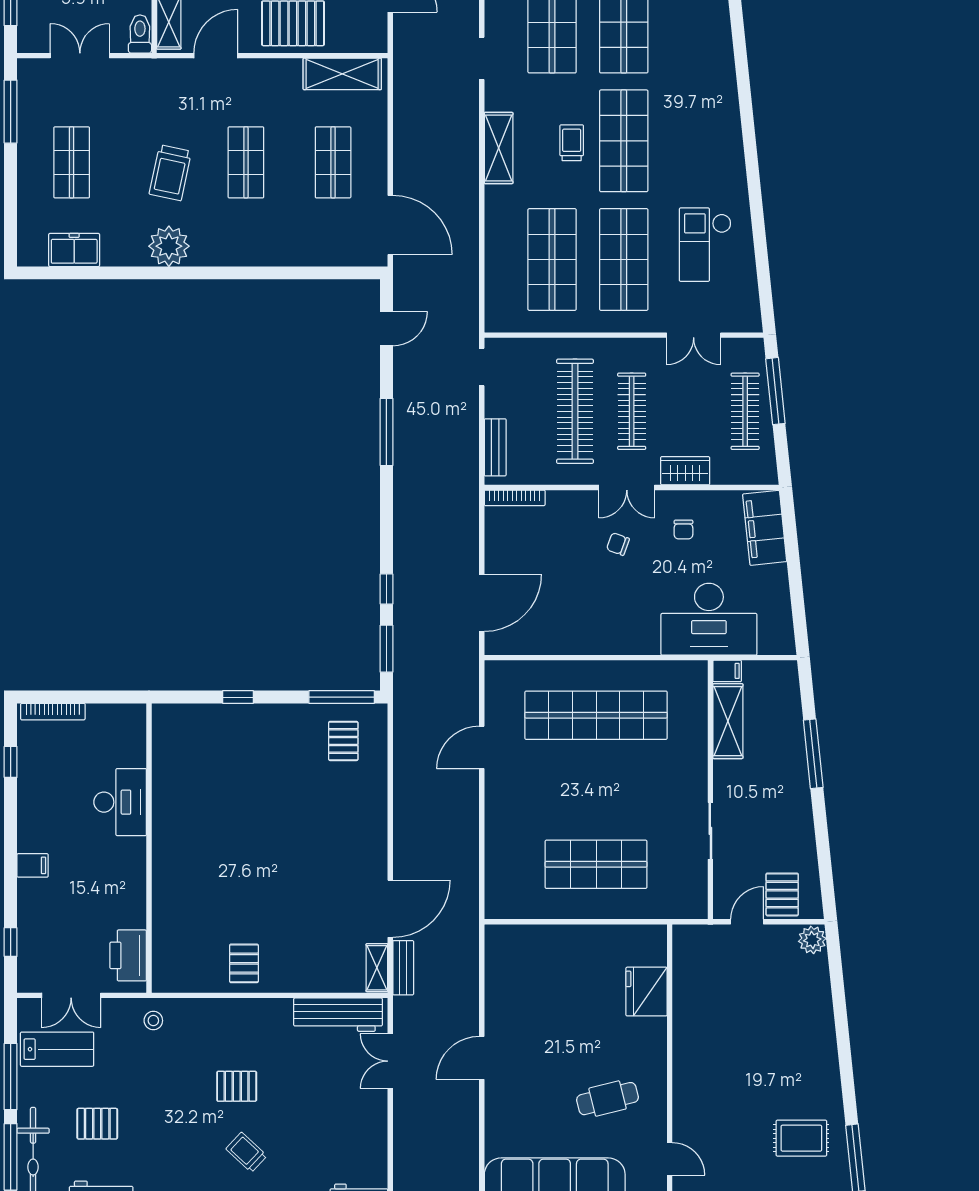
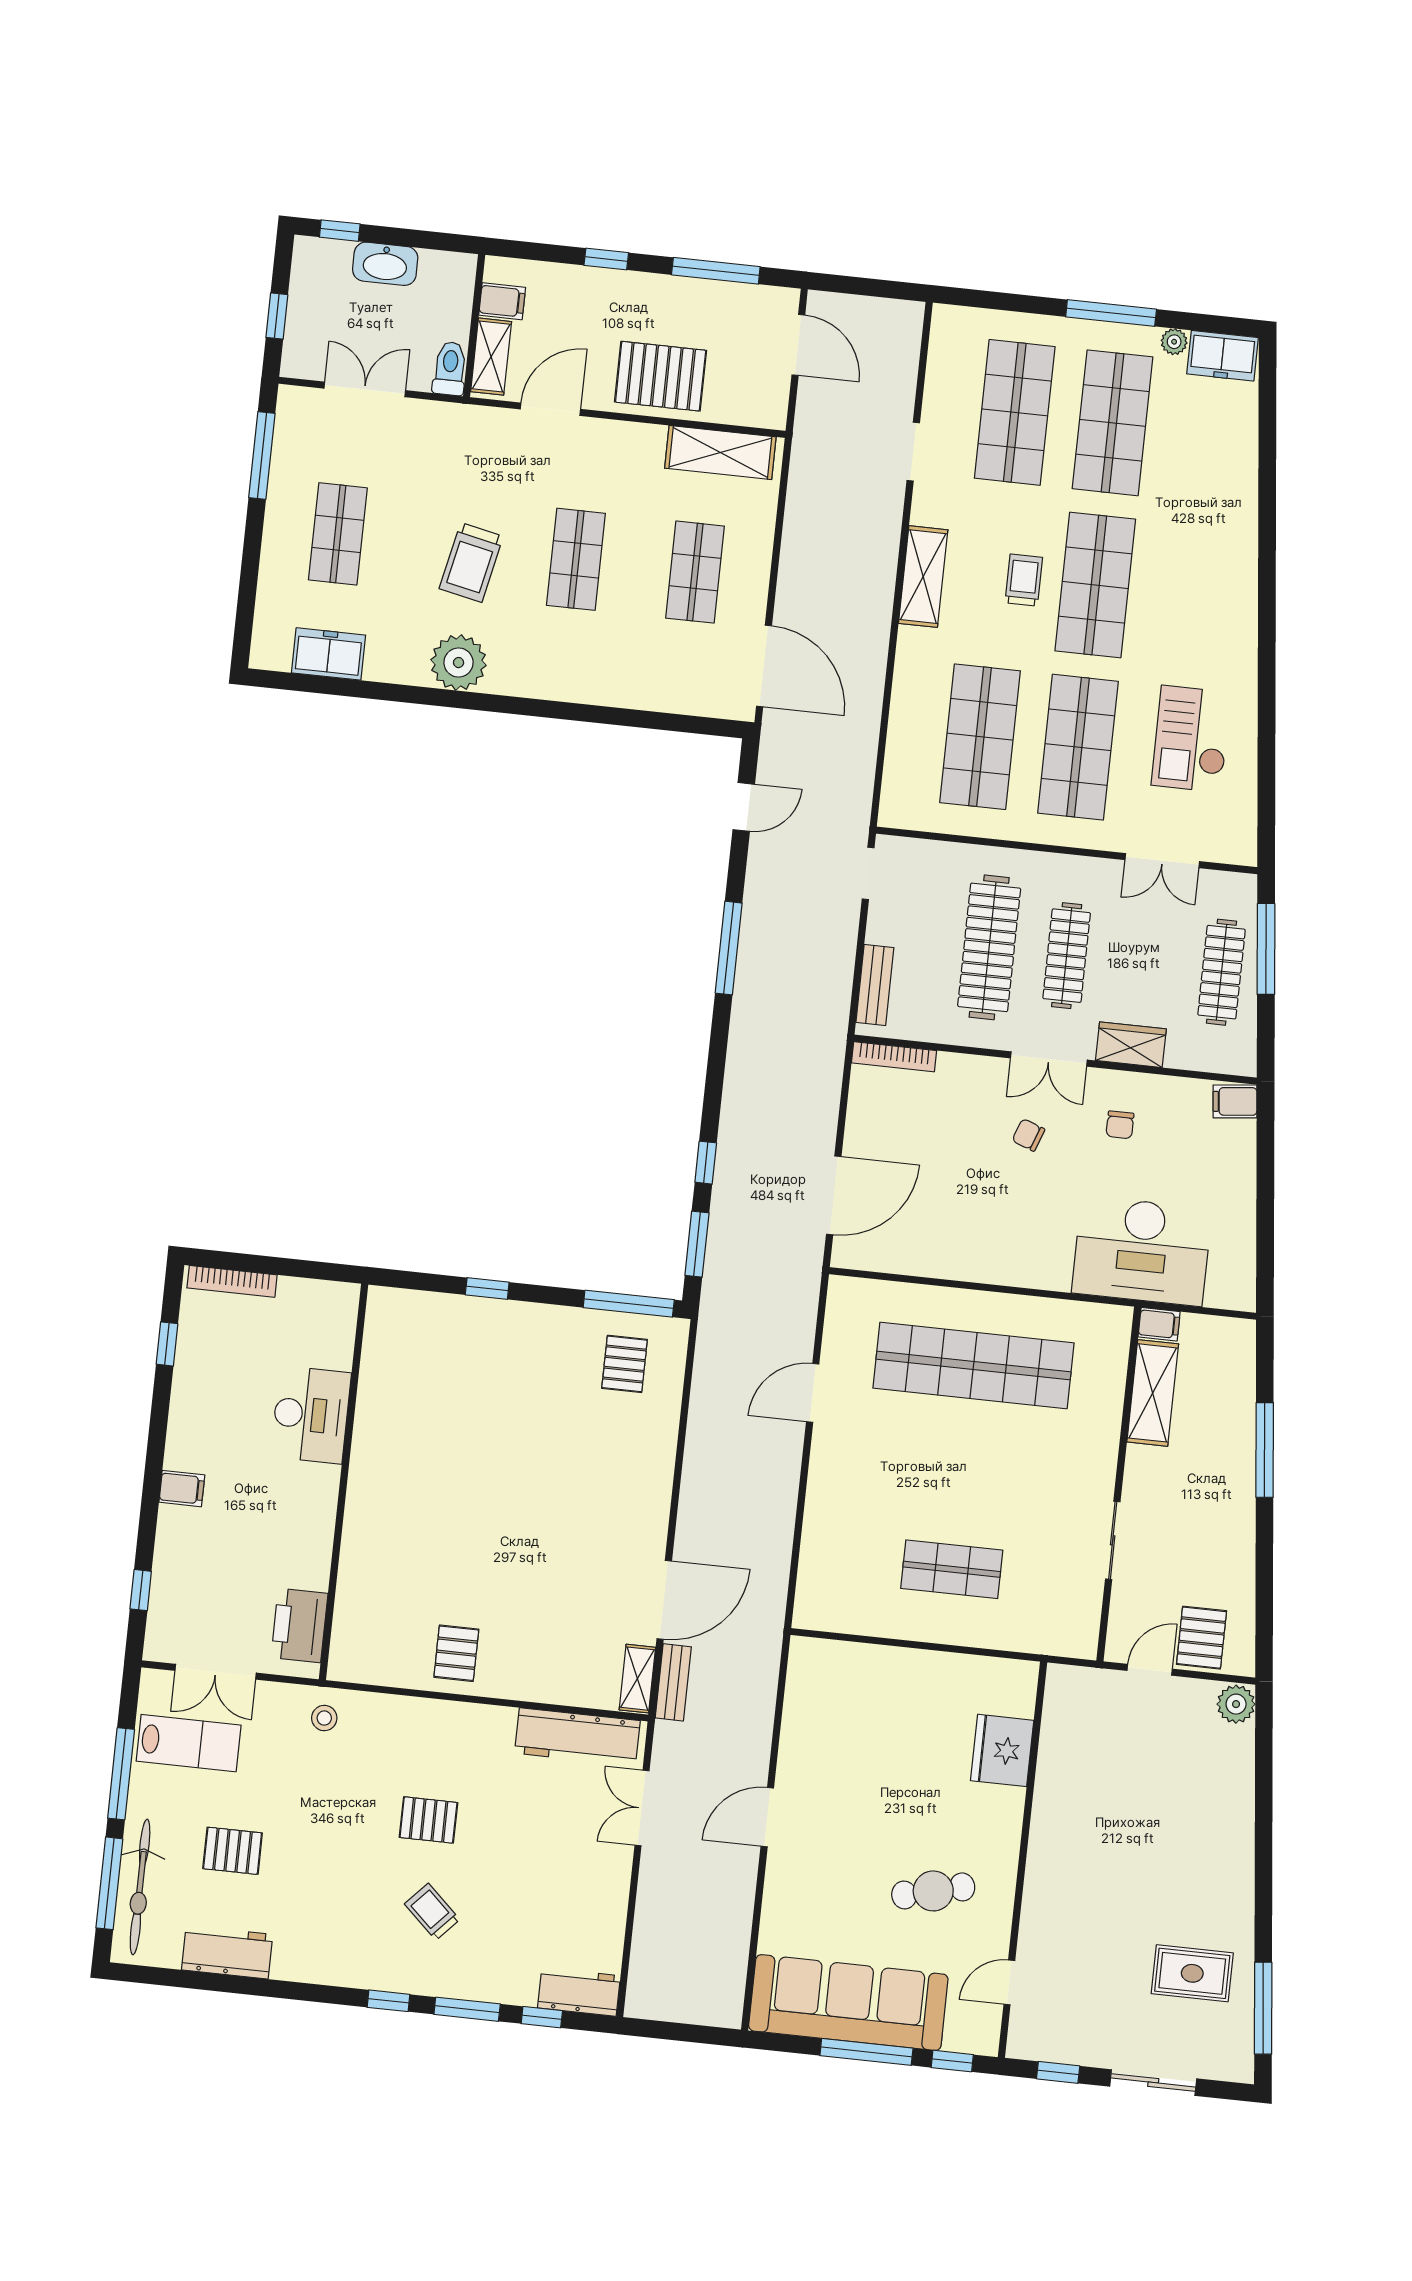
filing cabinet: (765, 528) -> (1235, 1101), width x0.33, depth x0.86
shop shelf: (596, 864) -> (952, 1569), width x0.70, depth x0.74
door: (670, 1159) -> (1009, 1982), swing flipped

